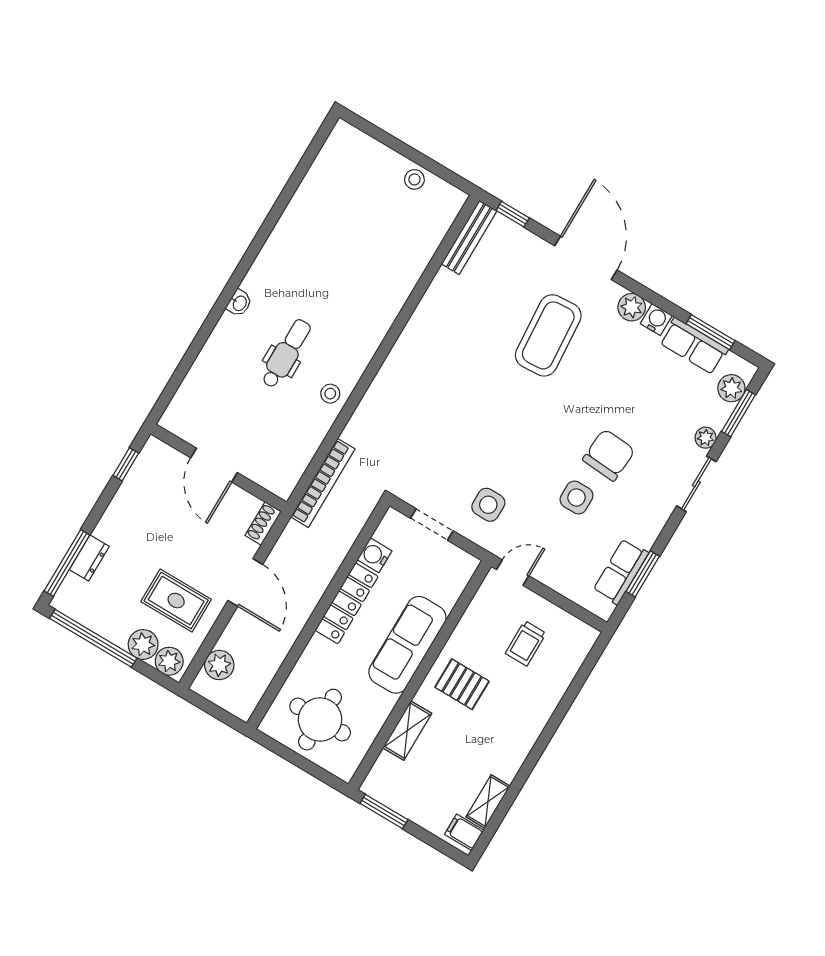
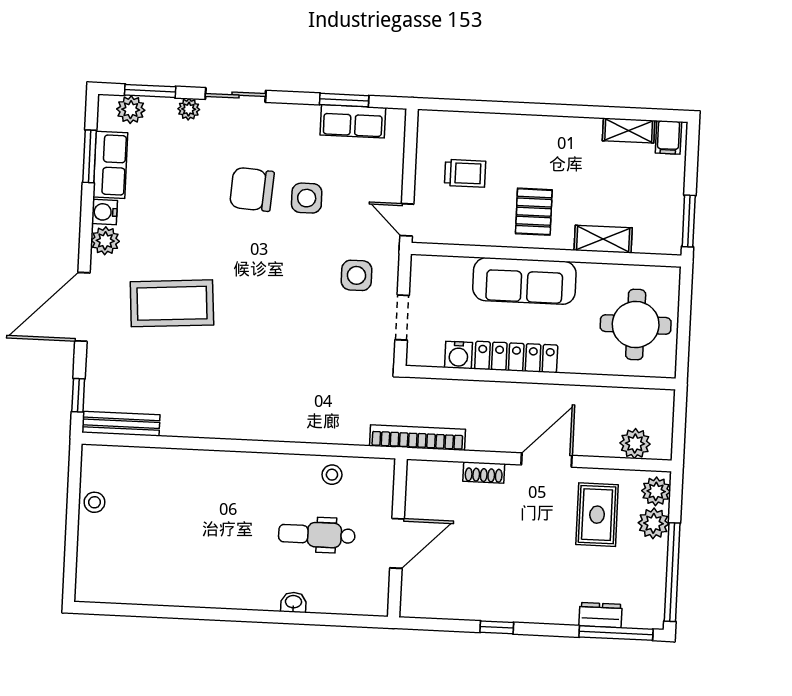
door: (214, 465) -> (397, 543), moved
wall: (219, 468) -> (397, 538), moved

